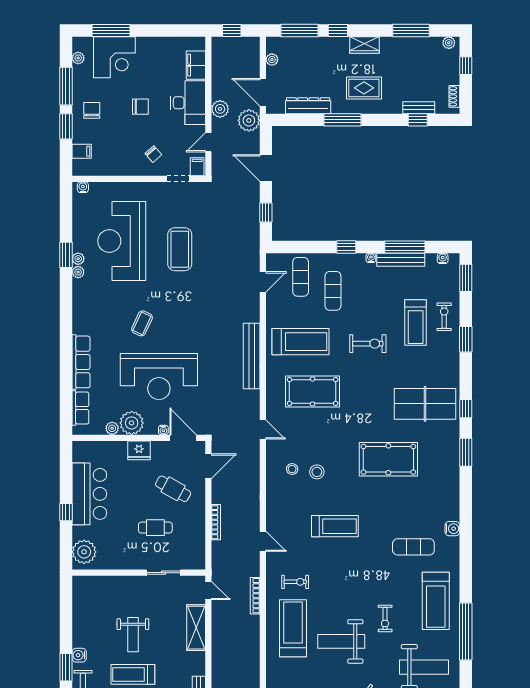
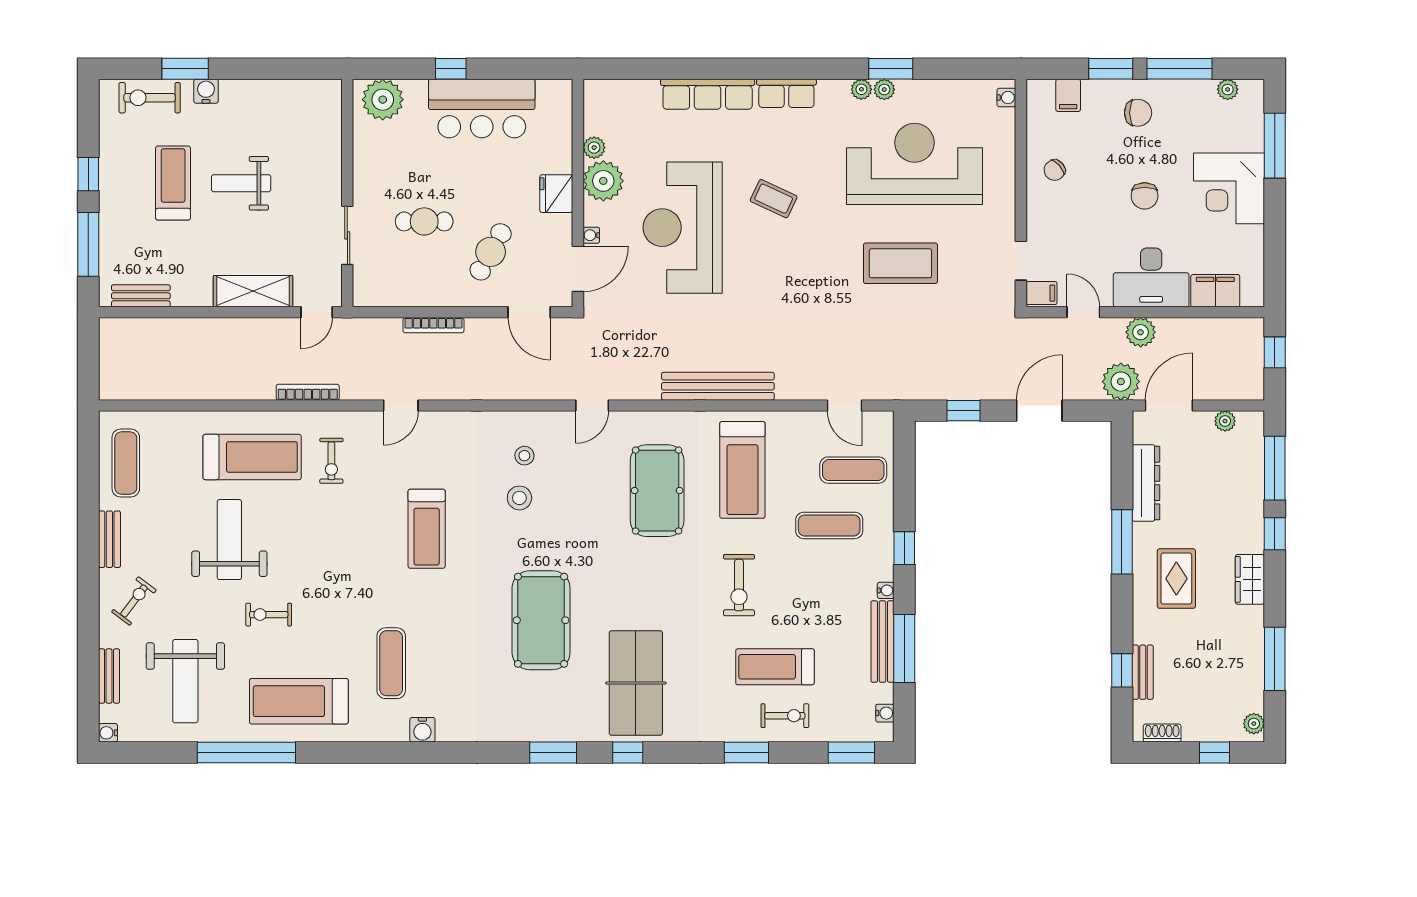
corner desk: (114, 57) -> (1229, 188), moved
chair: (153, 154) -> (1055, 170), moved
row of seats: (80, 408) -> (786, 93), moved
cafe table: (155, 528) -> (424, 221), turned 90

